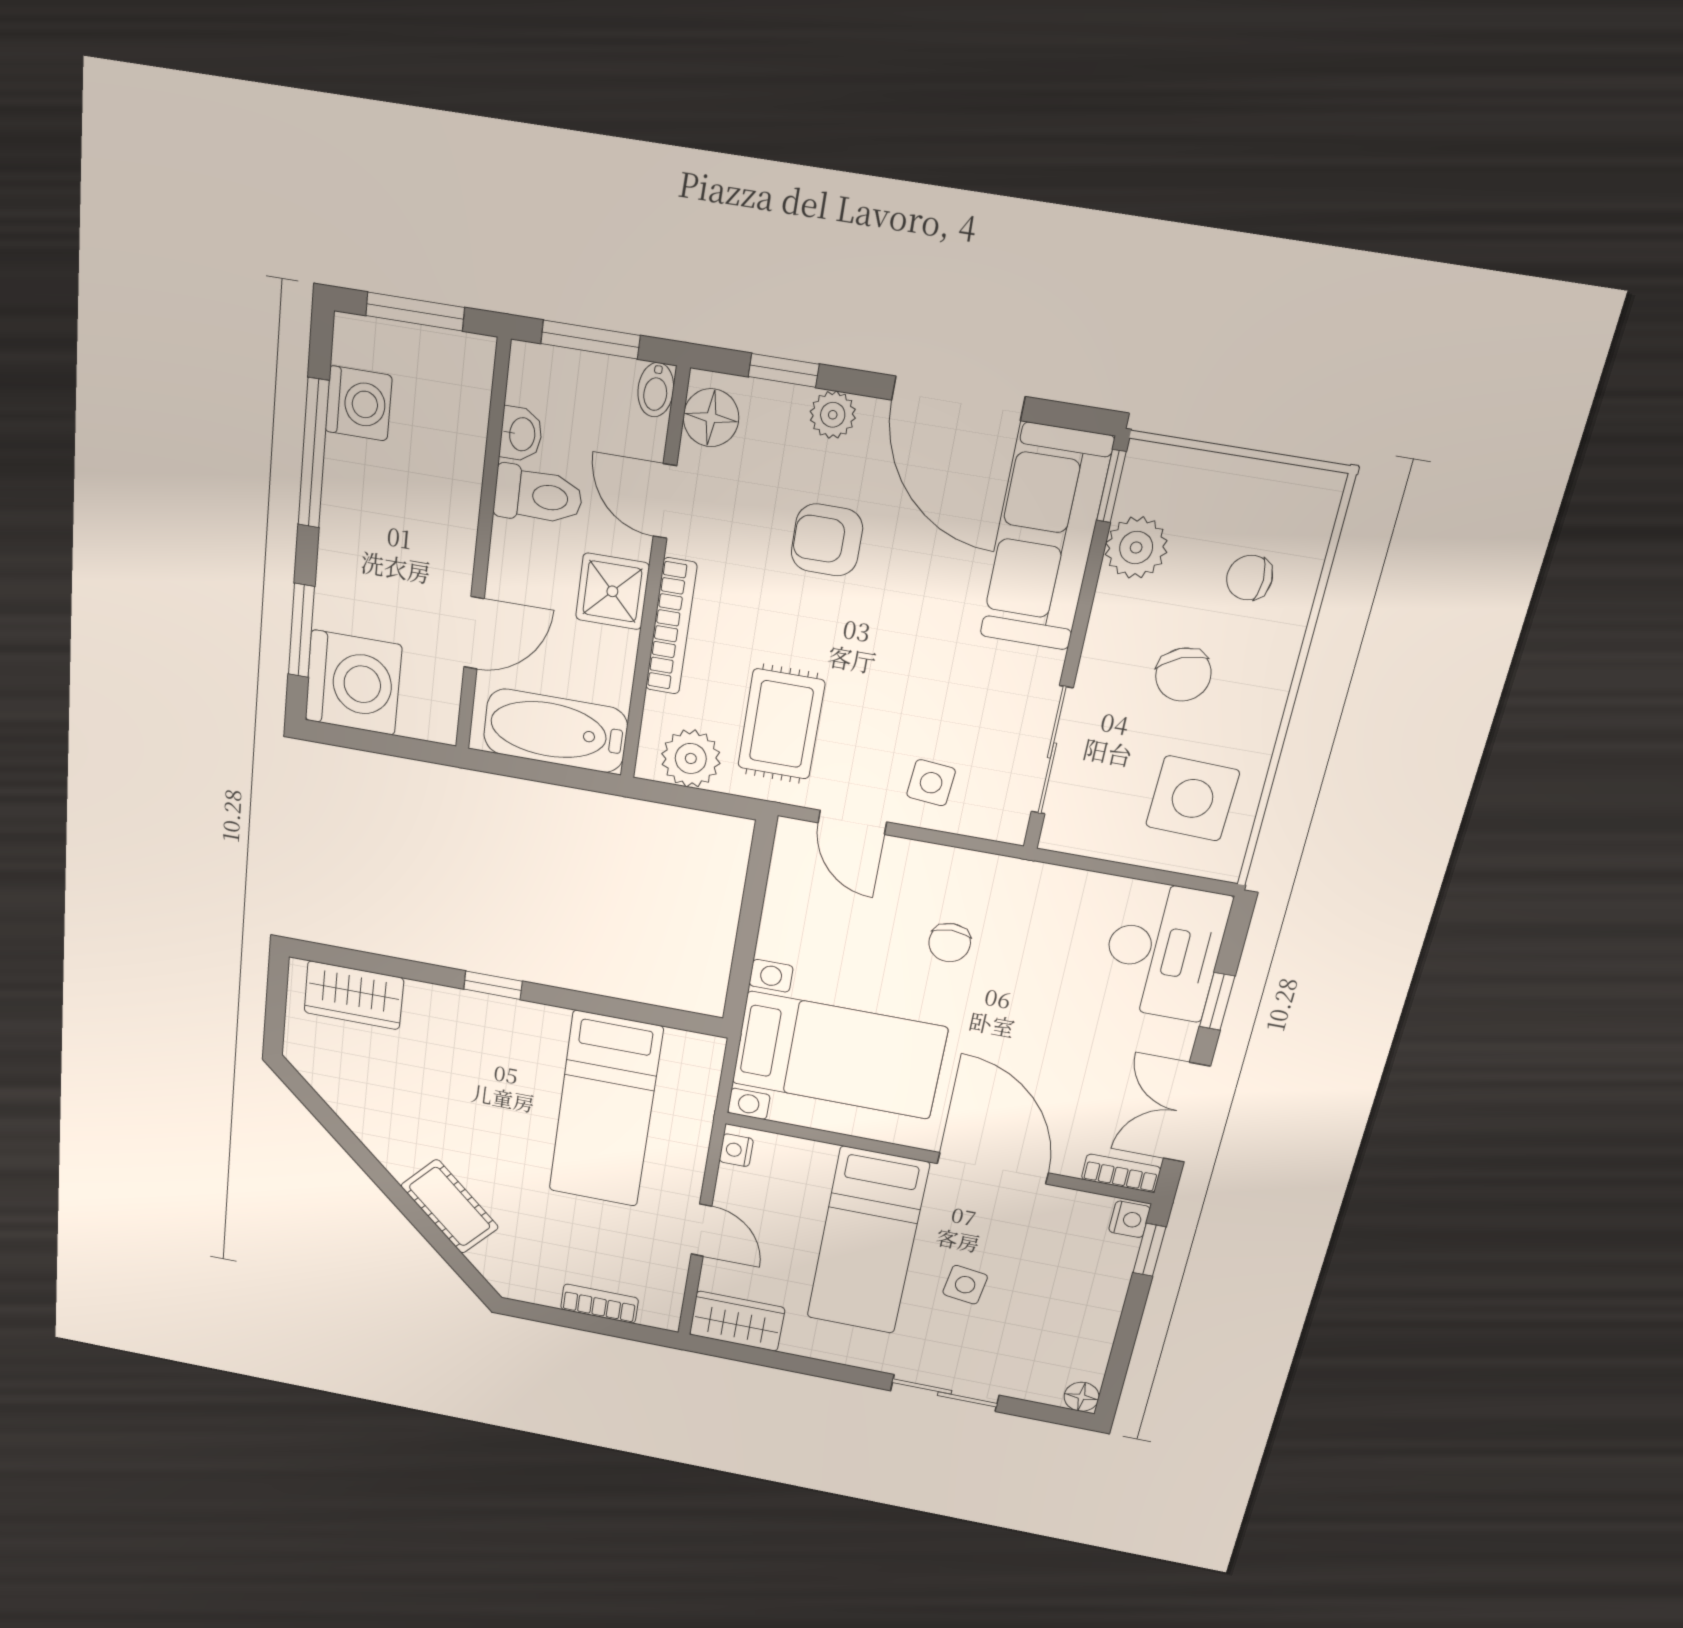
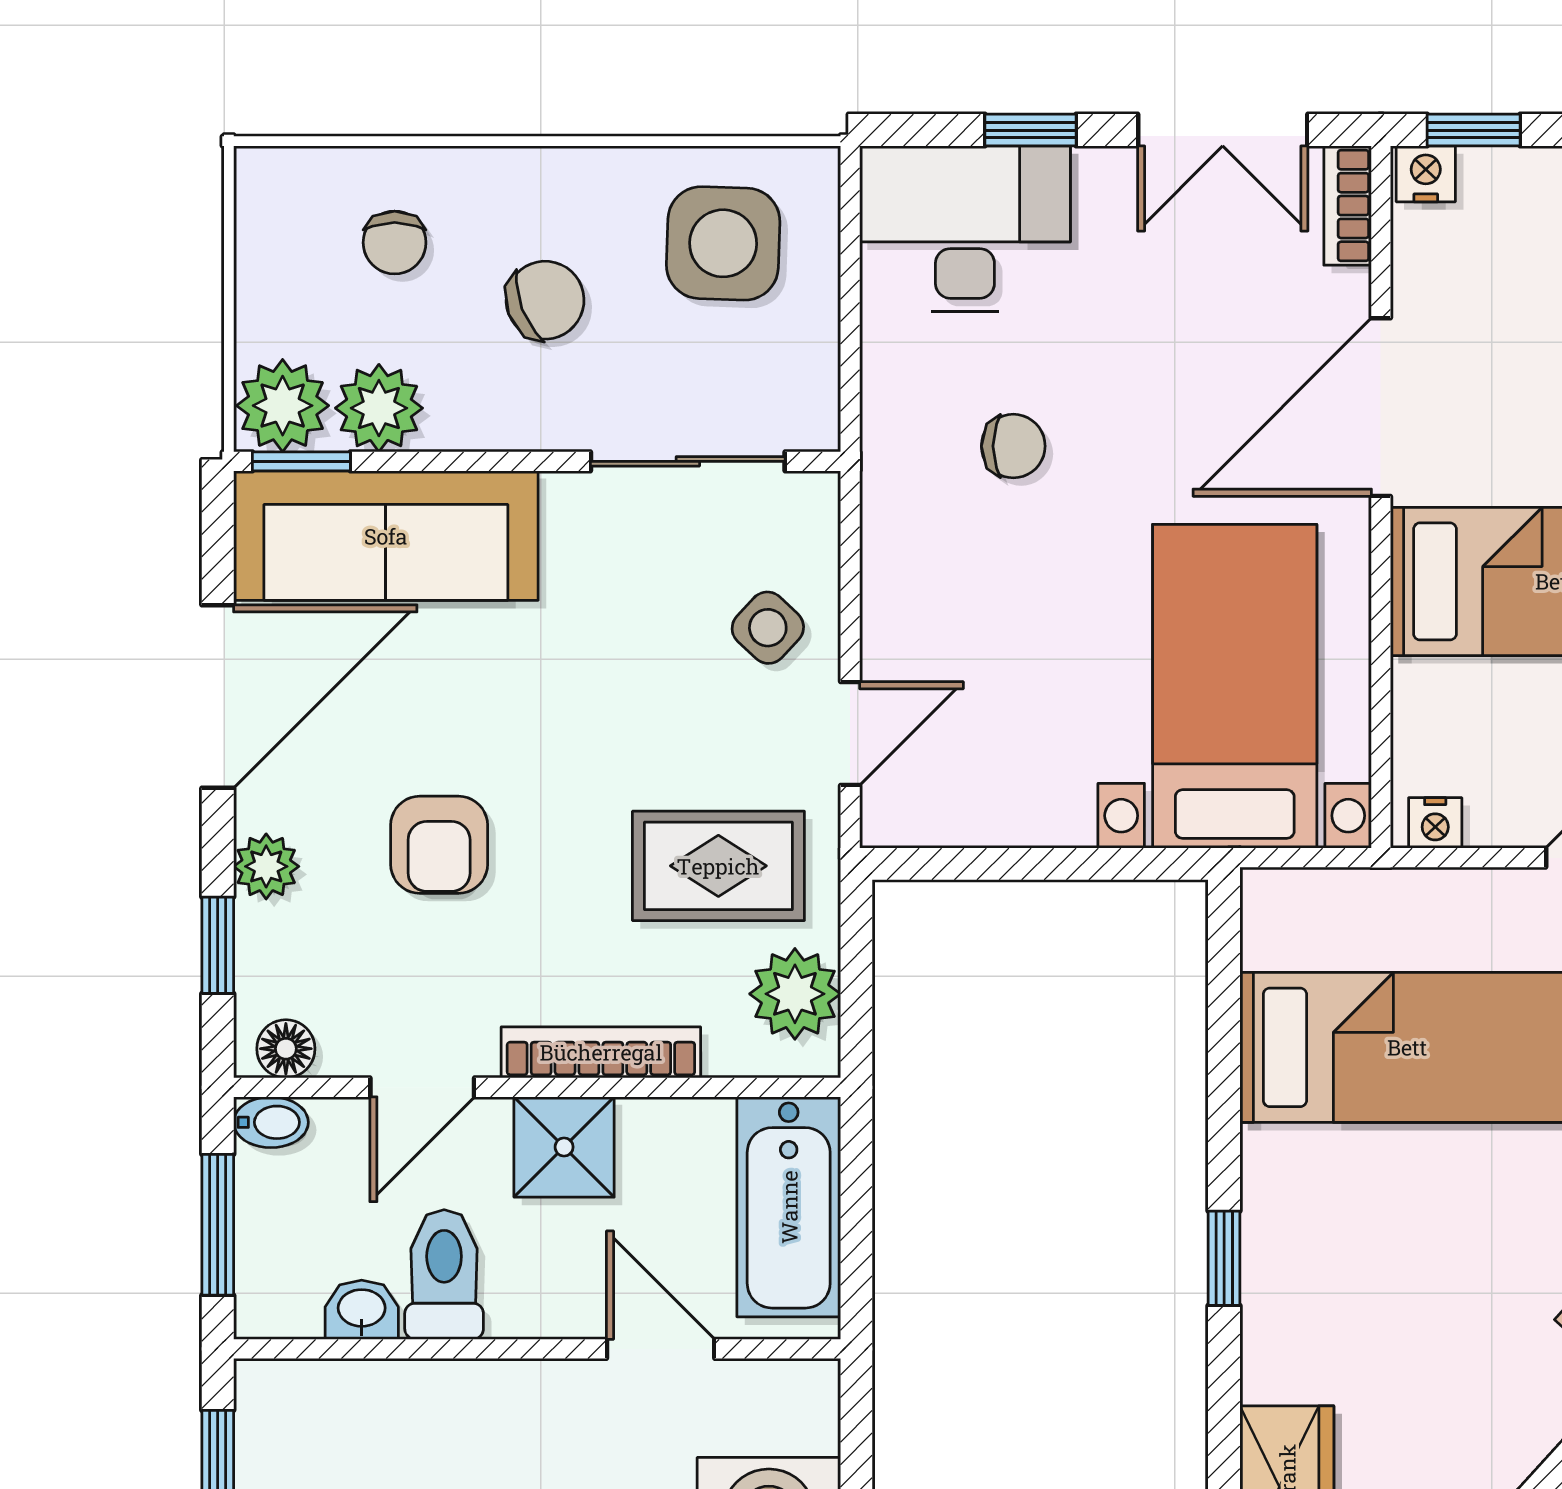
floor lamp: (711, 418) -> (286, 1049), width x0.73, depth x0.73
plant: (1154, 479) -> (283, 406), added
side table: (931, 783) -> (768, 628), turned 38
chair: (950, 943) -> (1013, 446), moved

